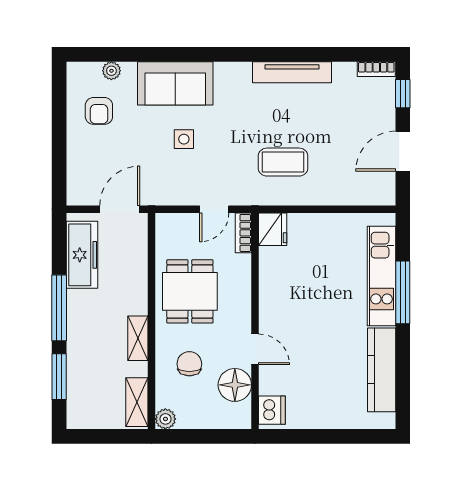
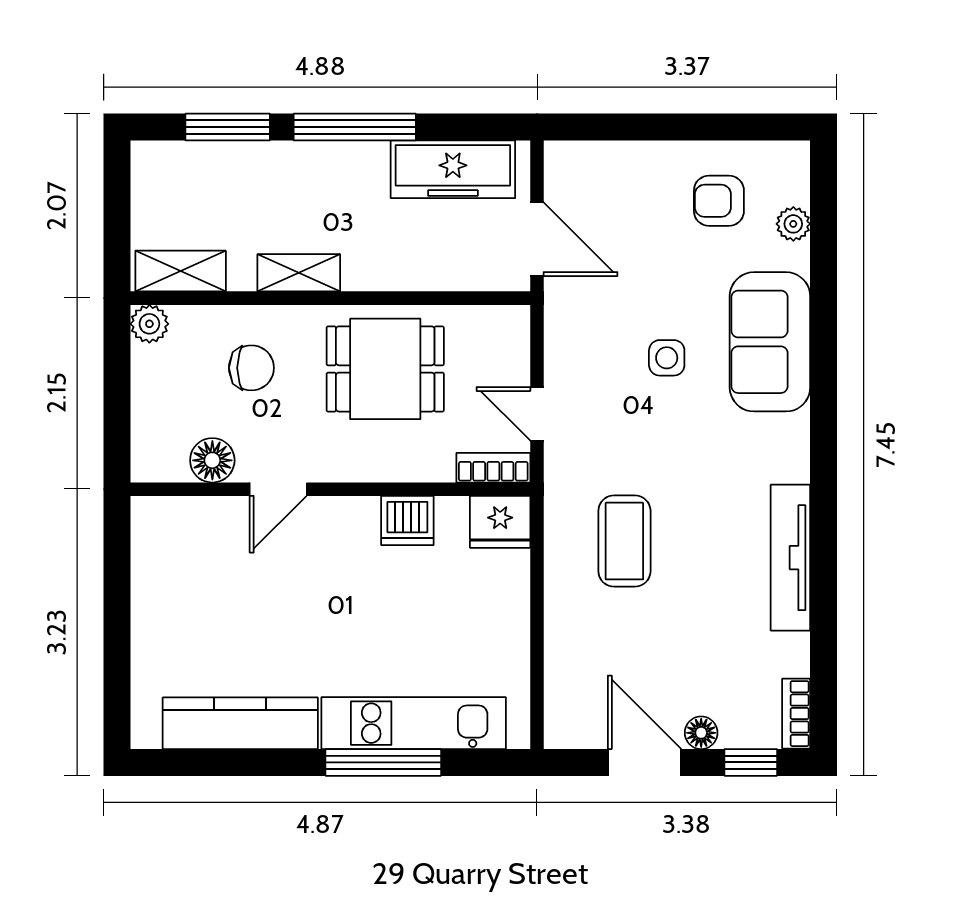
floor lamp: (387, 121) -> (701, 733), added
floor lamp: (235, 385) -> (212, 460), width x0.73, depth x0.73
dishwasher: (272, 410) -> (407, 520), moved

